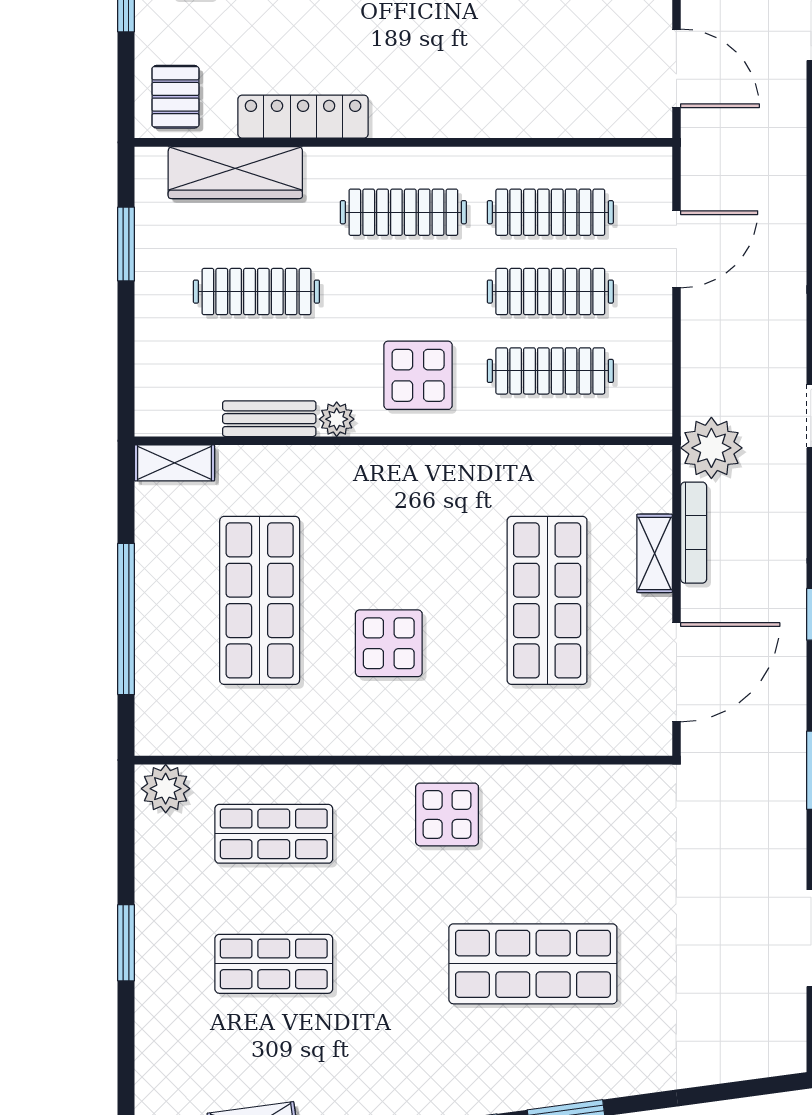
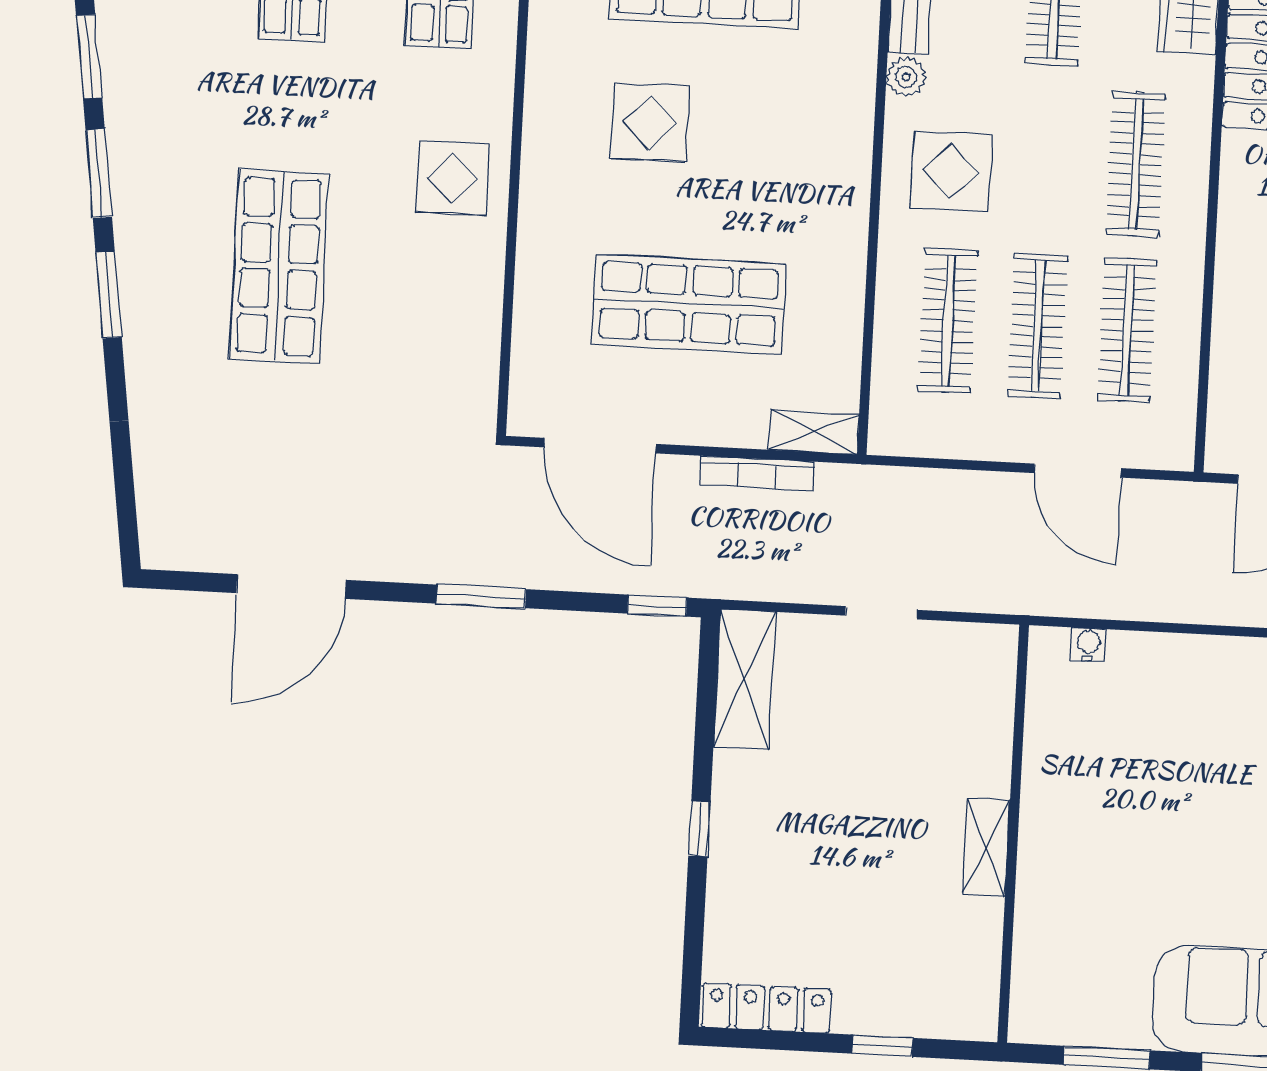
plant: (711, 448) -> (851, 498), removed
shelving: (655, 553) -> (814, 432), moved

